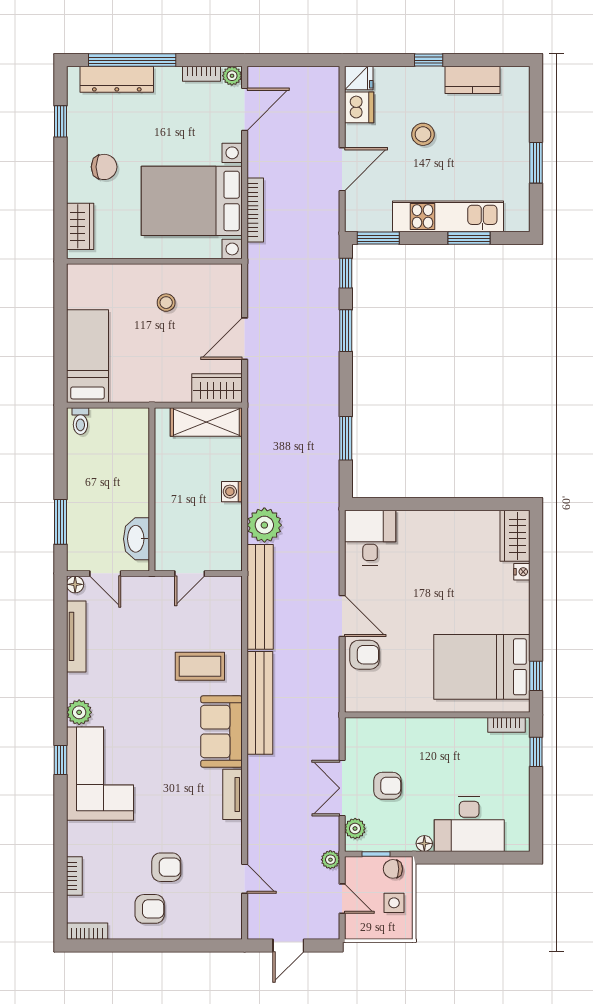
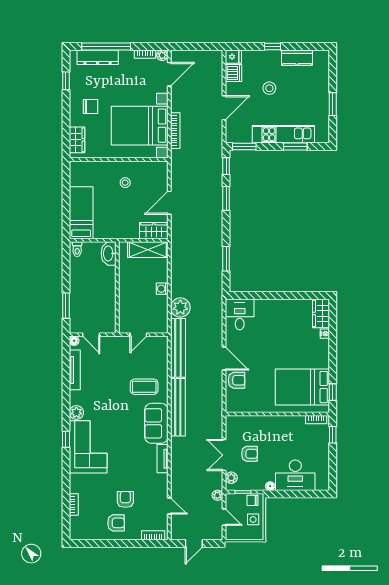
washbasin: (137, 539) -> (109, 253), moved
armchair: (166, 867) -> (125, 499), turned -90
bookcase: (87, 931) -> (153, 535), moved

